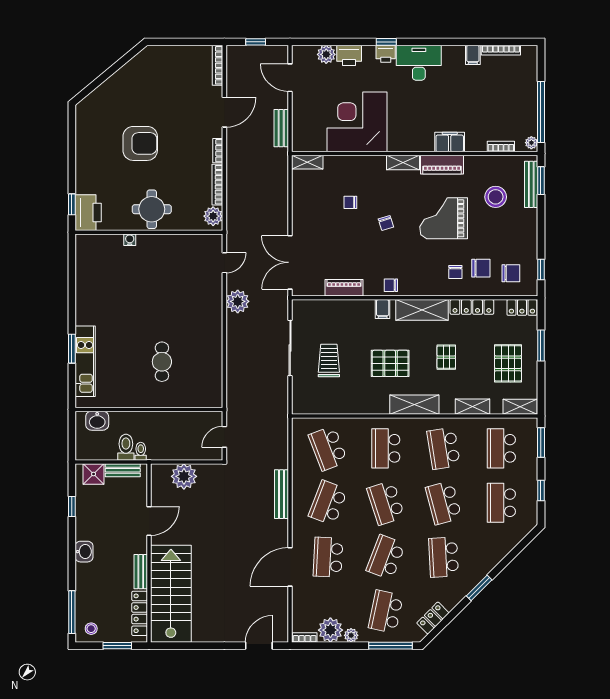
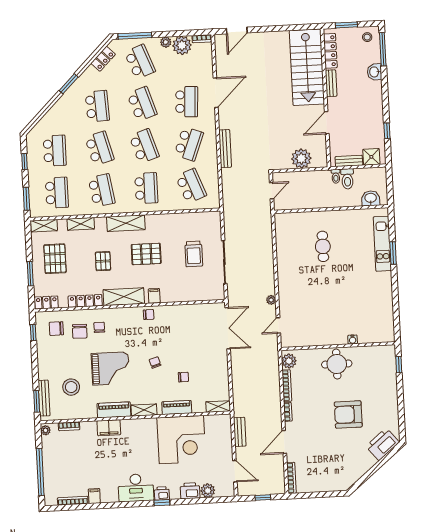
window: (541, 112) -> (40, 472), moved
printer: (88, 213) -> (383, 444), moved, turned 50
chair: (481, 268) -> (80, 331), turned -89
piano: (344, 288) -> (177, 408), moved, turned 180
plant: (238, 301) -> (271, 300), width x0.53, depth x0.53
washbasin: (84, 552) -> (374, 72), moved
school desk: (386, 557) -> (142, 104), turned -39
school desk: (386, 612) -> (140, 62), turned -33

